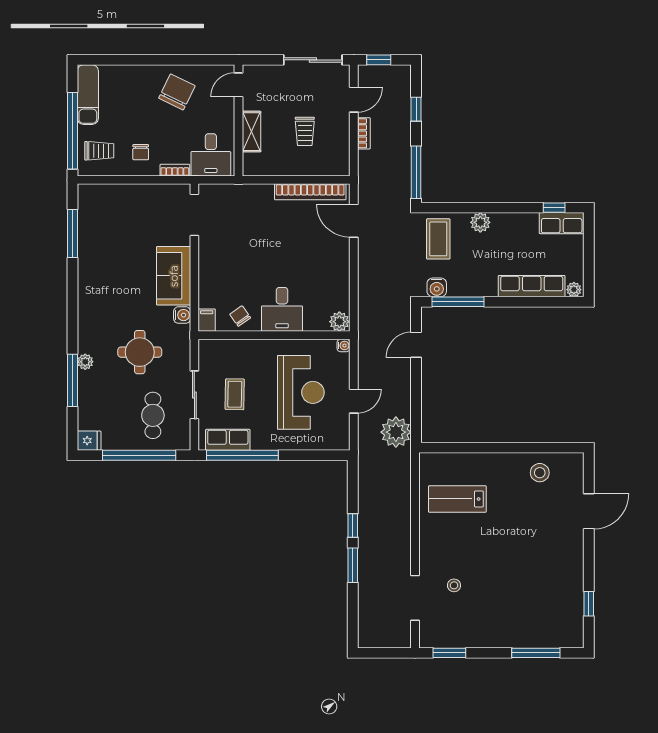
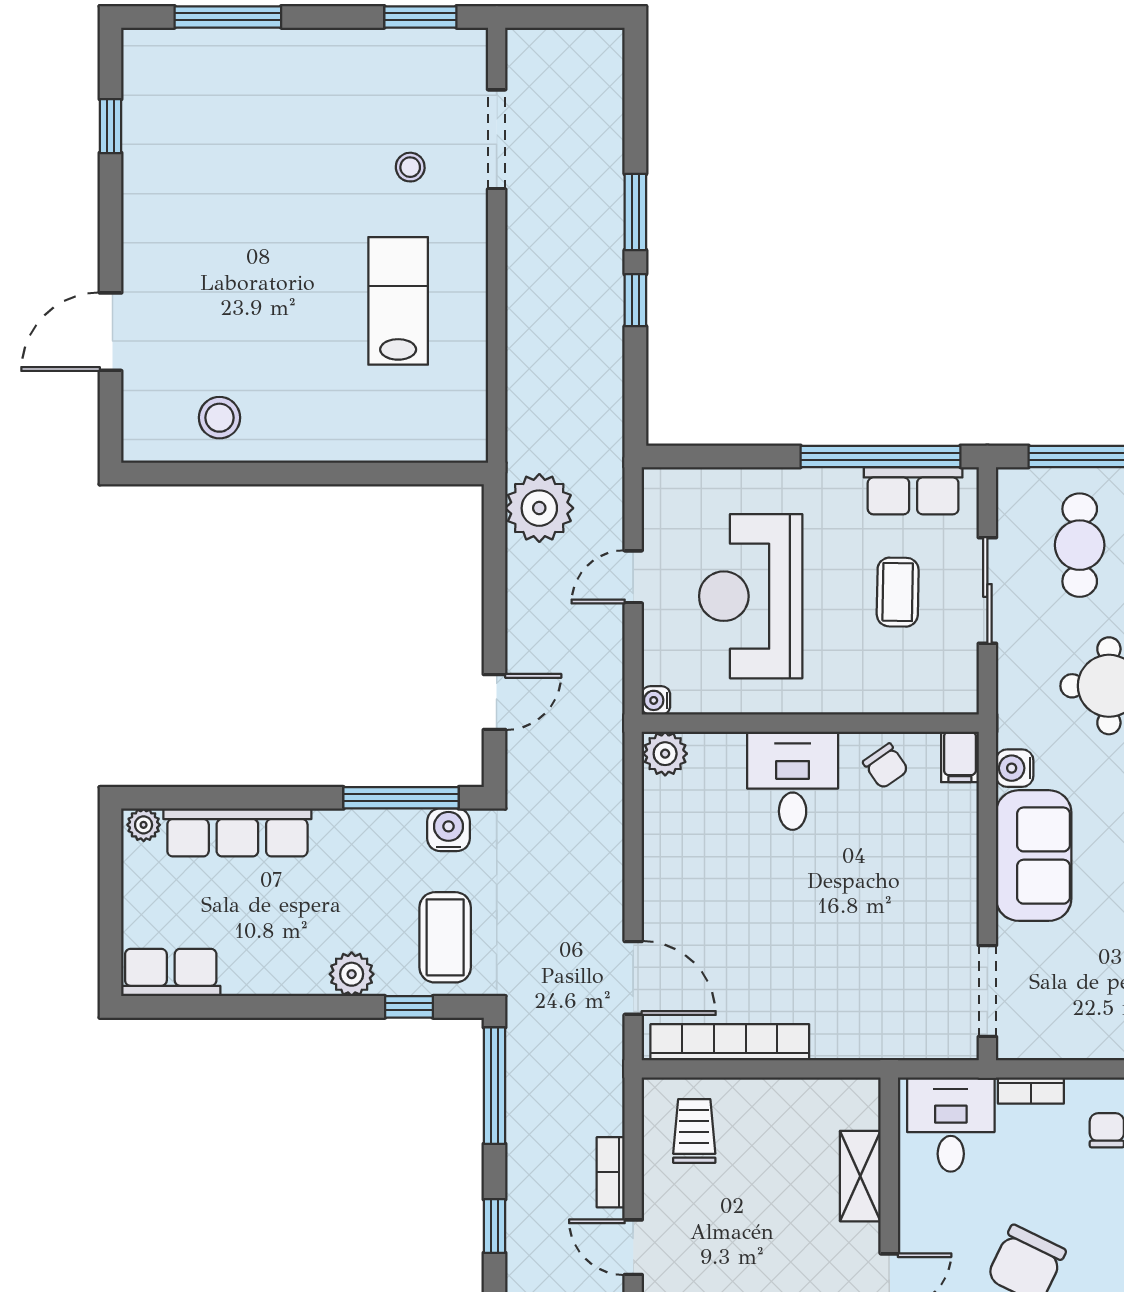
door: (354, 100) -> (633, 1247), hinge flipped
trolley: (305, 131) -> (694, 1131), moved
window: (554, 208) -> (409, 1007), moved
lab bench: (457, 499) -> (398, 301), moved, turned -90

